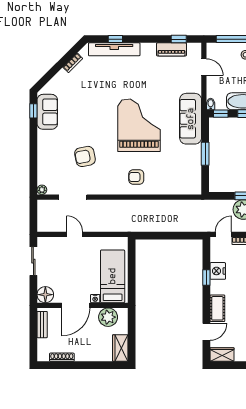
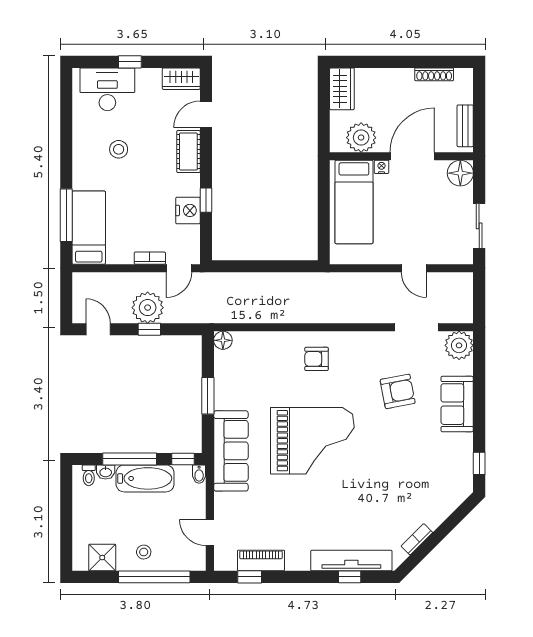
sofa: (47, 112) -> (457, 404), moved
grand piano: (139, 125) -> (312, 441), turned -90
armchair: (136, 177) -> (317, 359), turned 180
floor lamp: (196, 189) -> (223, 340), added
plant: (42, 190) -> (459, 345), width x1.88, depth x1.88

